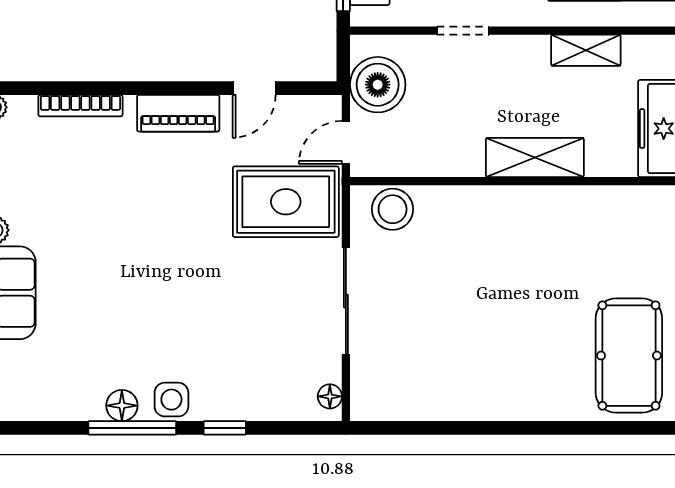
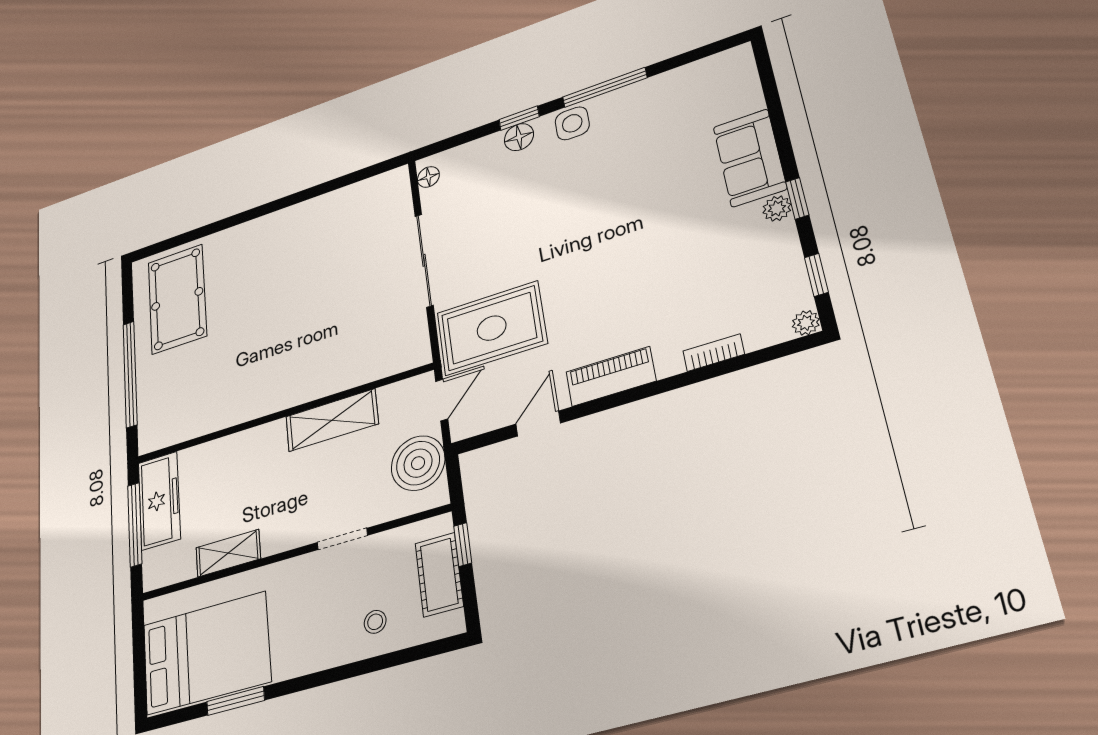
bookcase: (80, 106) -> (714, 353), width x0.64
shelving: (535, 157) -> (332, 420), moved
stool: (393, 209) -> (391, 354), removed
floor lamp: (122, 406) -> (519, 137), moved

